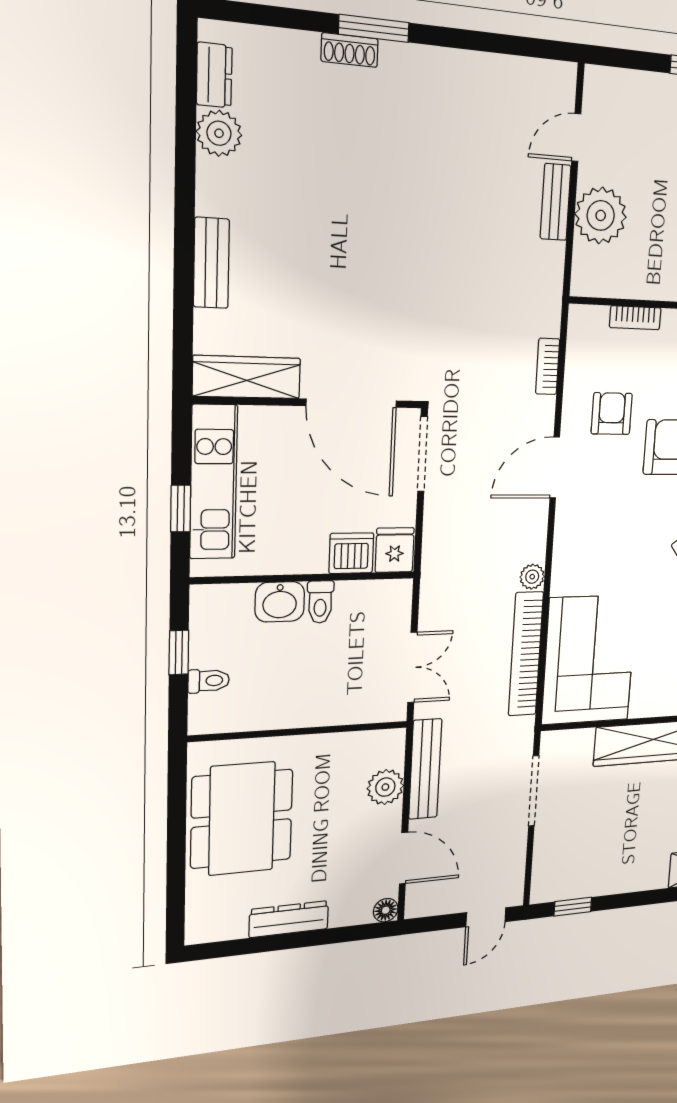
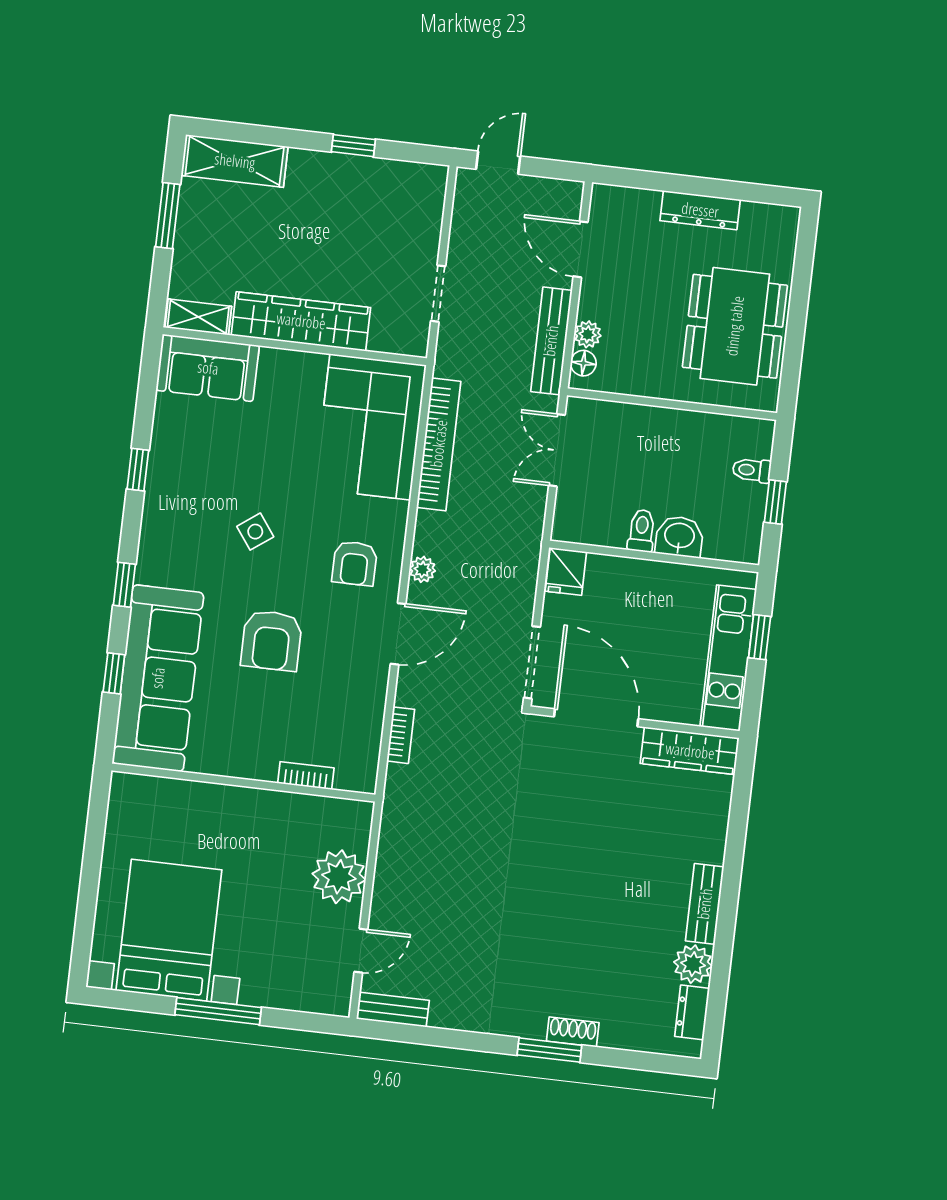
bench: (556, 202) -> (393, 1010), moved, turned 90
bench: (211, 263) -> (705, 904), moved
armchair: (612, 414) -> (355, 563), moved
dishwasher: (351, 553) -> (608, 574), removed
plant: (532, 577) -> (422, 569), moved
plant: (385, 787) -> (588, 334), width x0.73, depth x0.73
doorway: (534, 791) -> (438, 294), width x0.73
window: (573, 907) -> (353, 146), moved
floor lamp: (386, 910) -> (583, 363), moved

